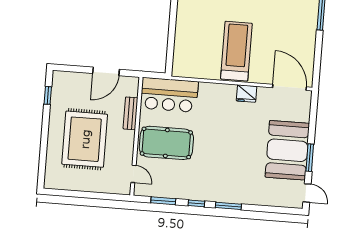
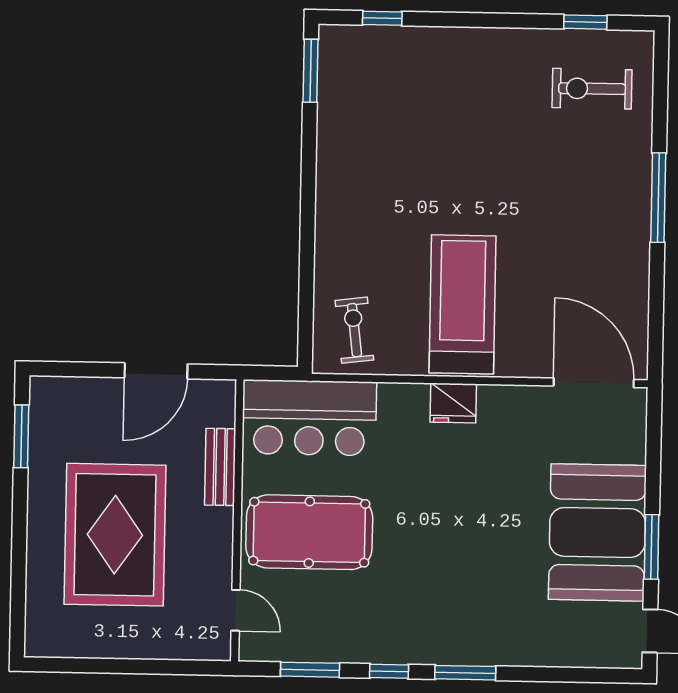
exercise bike: (190, 59) -> (354, 330), added
fridge: (247, 94) -> (453, 403), moved
window: (48, 95) -> (21, 436), width x1.50

